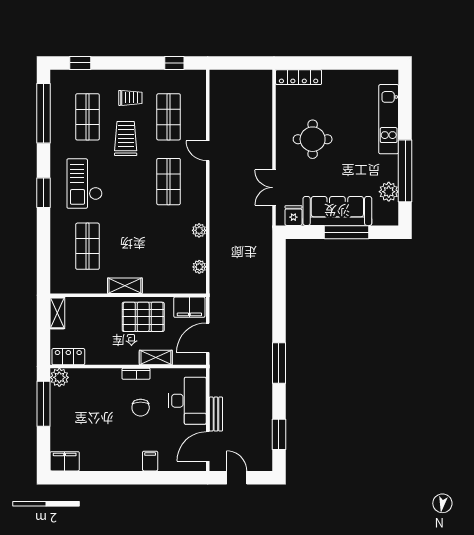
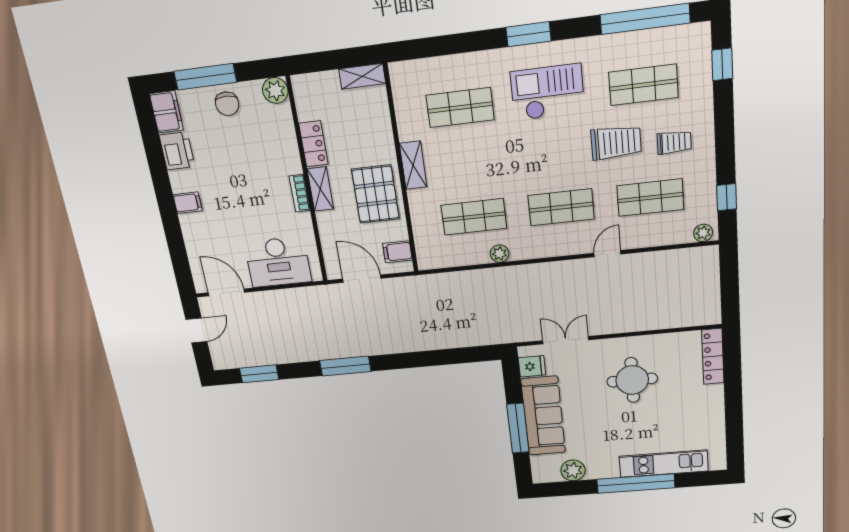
trolley: (130, 98) -> (674, 142), turned -90
window: (405, 171) -> (636, 483), moved
shop shelf: (169, 246) -> (474, 217), added
plant: (199, 267) -> (703, 233), moved
filing cabinet: (189, 307) -> (397, 252), width x0.50
locker: (68, 357) -> (313, 144), moved
shelving: (156, 357) -> (320, 189), moved
window: (43, 404) -> (205, 77), moved
chair: (141, 408) -> (227, 104), moved, turned -90
bench: (216, 414) -> (268, 298), removed
printer: (94, 460) -> (177, 151), added
filing cabinet: (150, 461) -> (188, 203), moved

